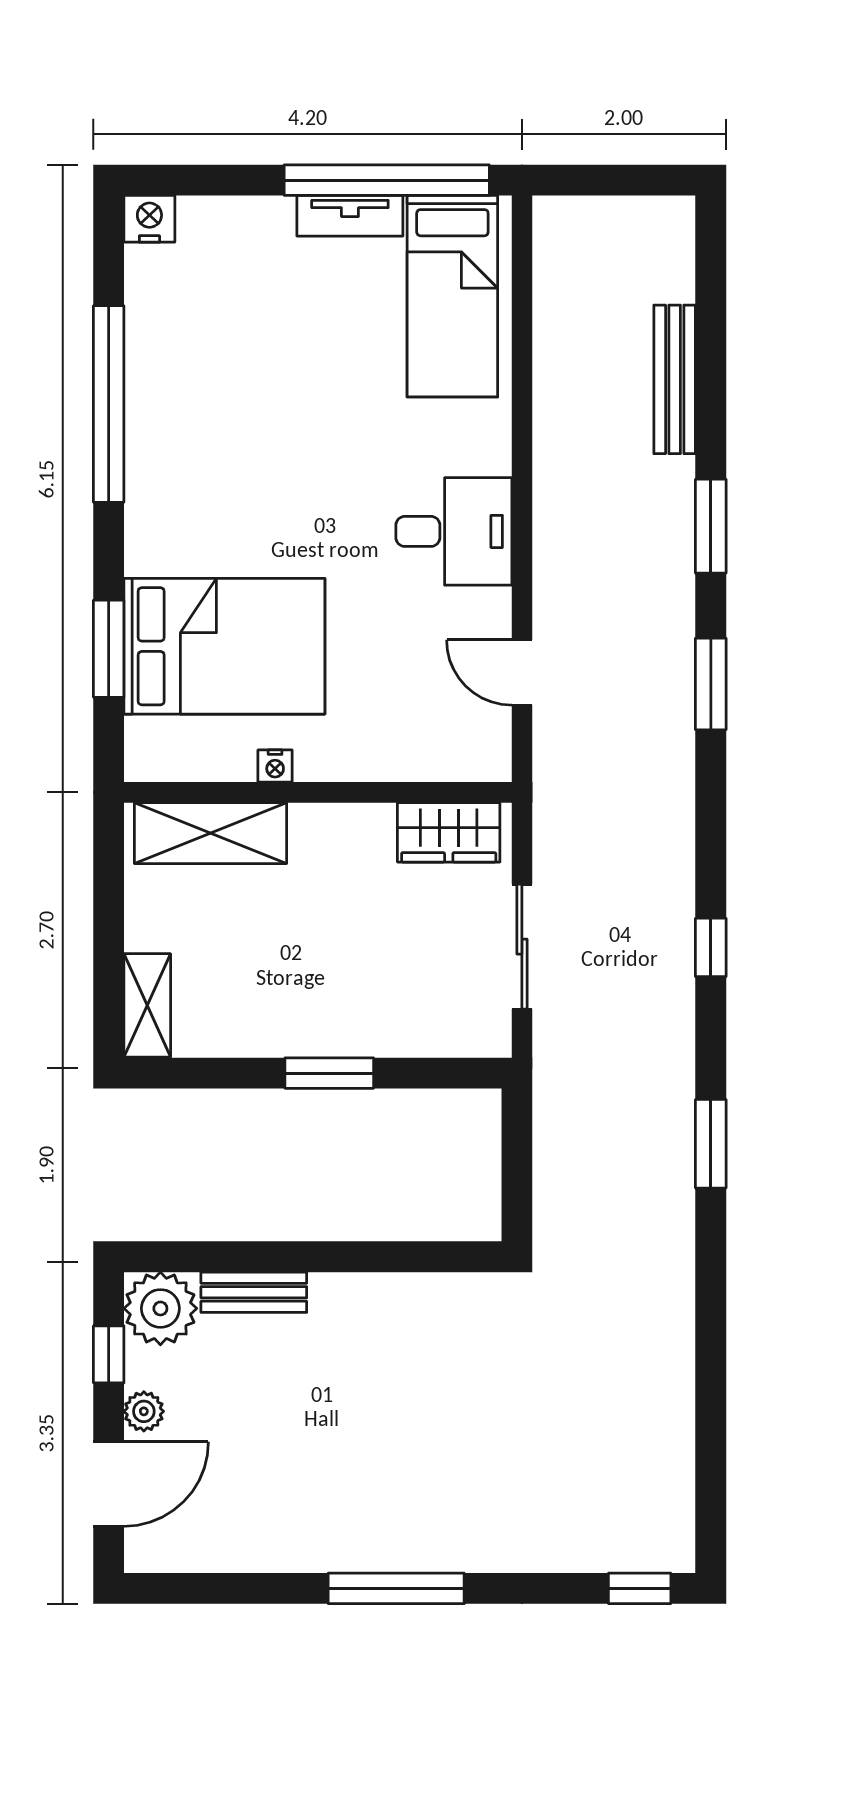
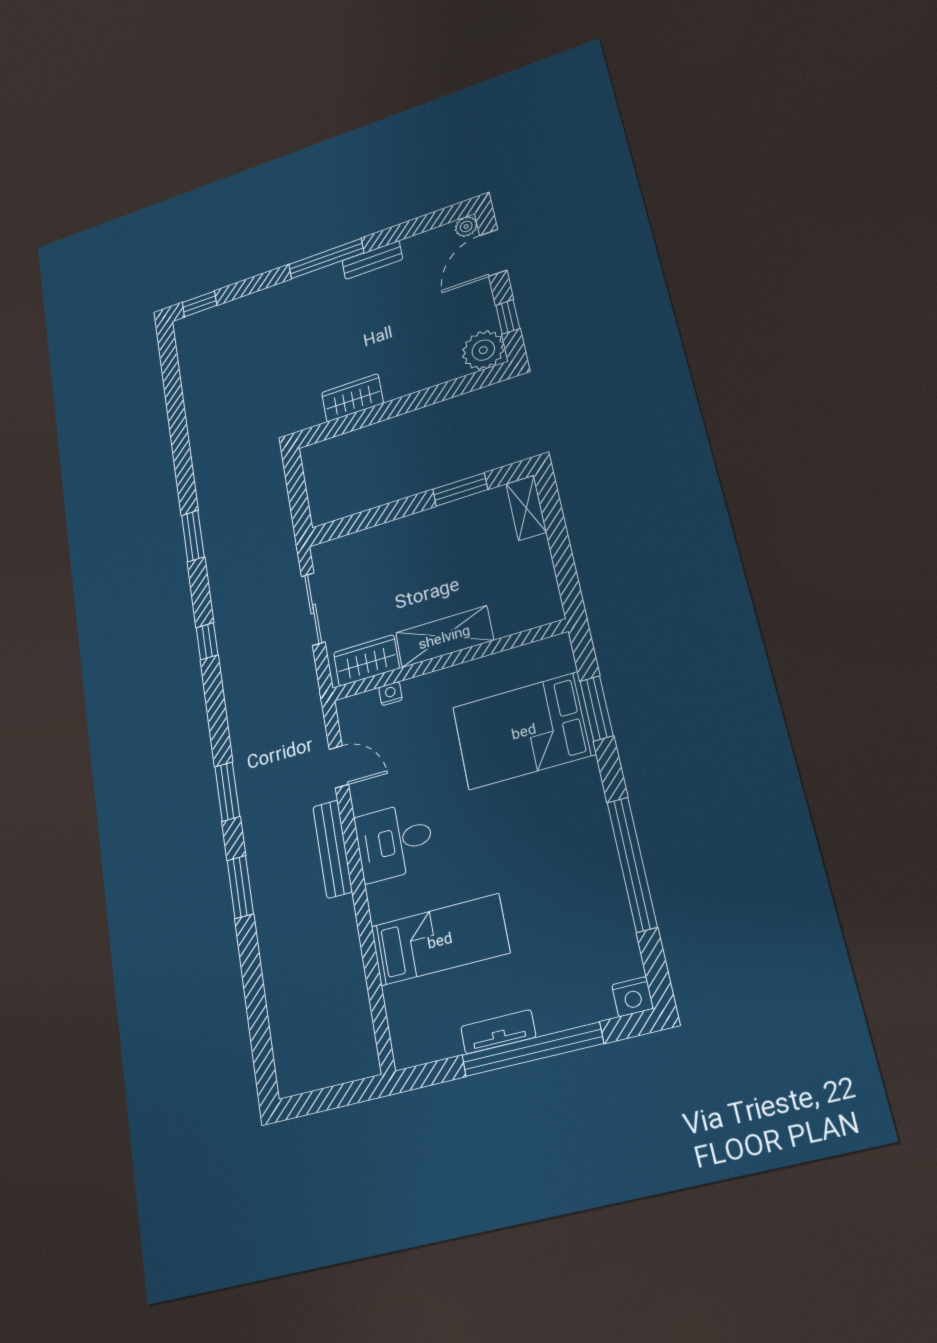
window: (387, 180) -> (532, 1049), moved
bed: (452, 296) -> (440, 940), moved, turned 90
bench: (675, 379) -> (333, 849), moved
nightstand: (275, 766) -> (391, 694), moved
shelving: (211, 833) -> (444, 637), moved
window: (329, 1073) -> (460, 489), moved
bench: (254, 1292) -> (372, 260), moved
wardrobe: (394, 1302) -> (352, 398), added
plant: (144, 1411) -> (466, 227), moved

